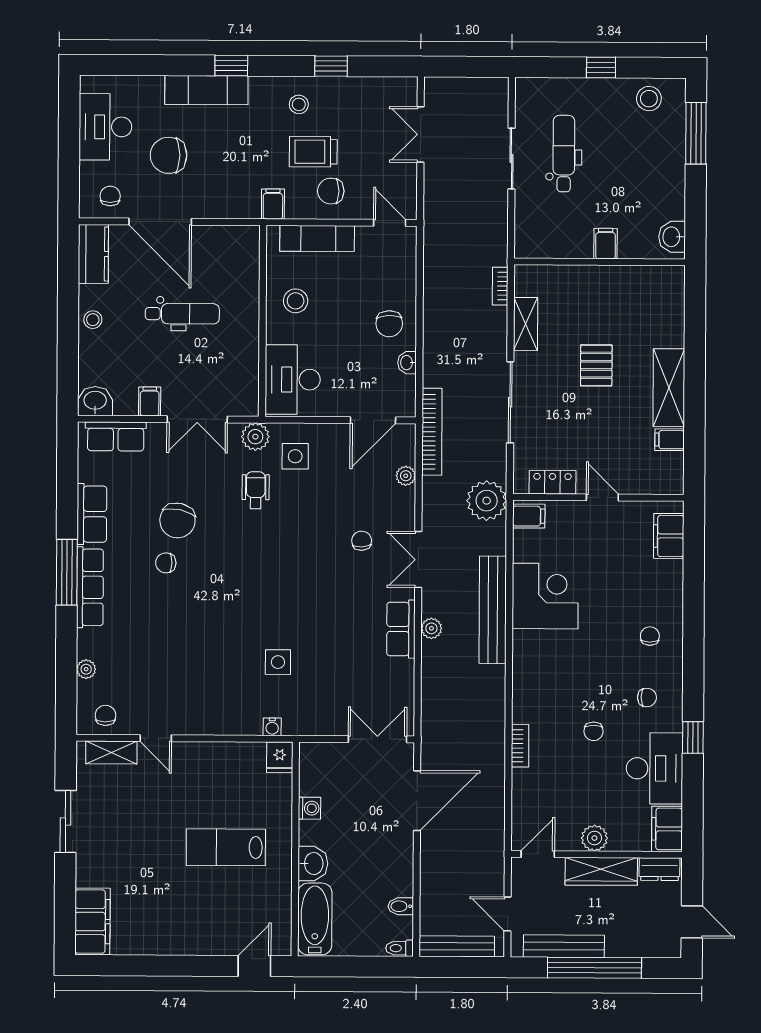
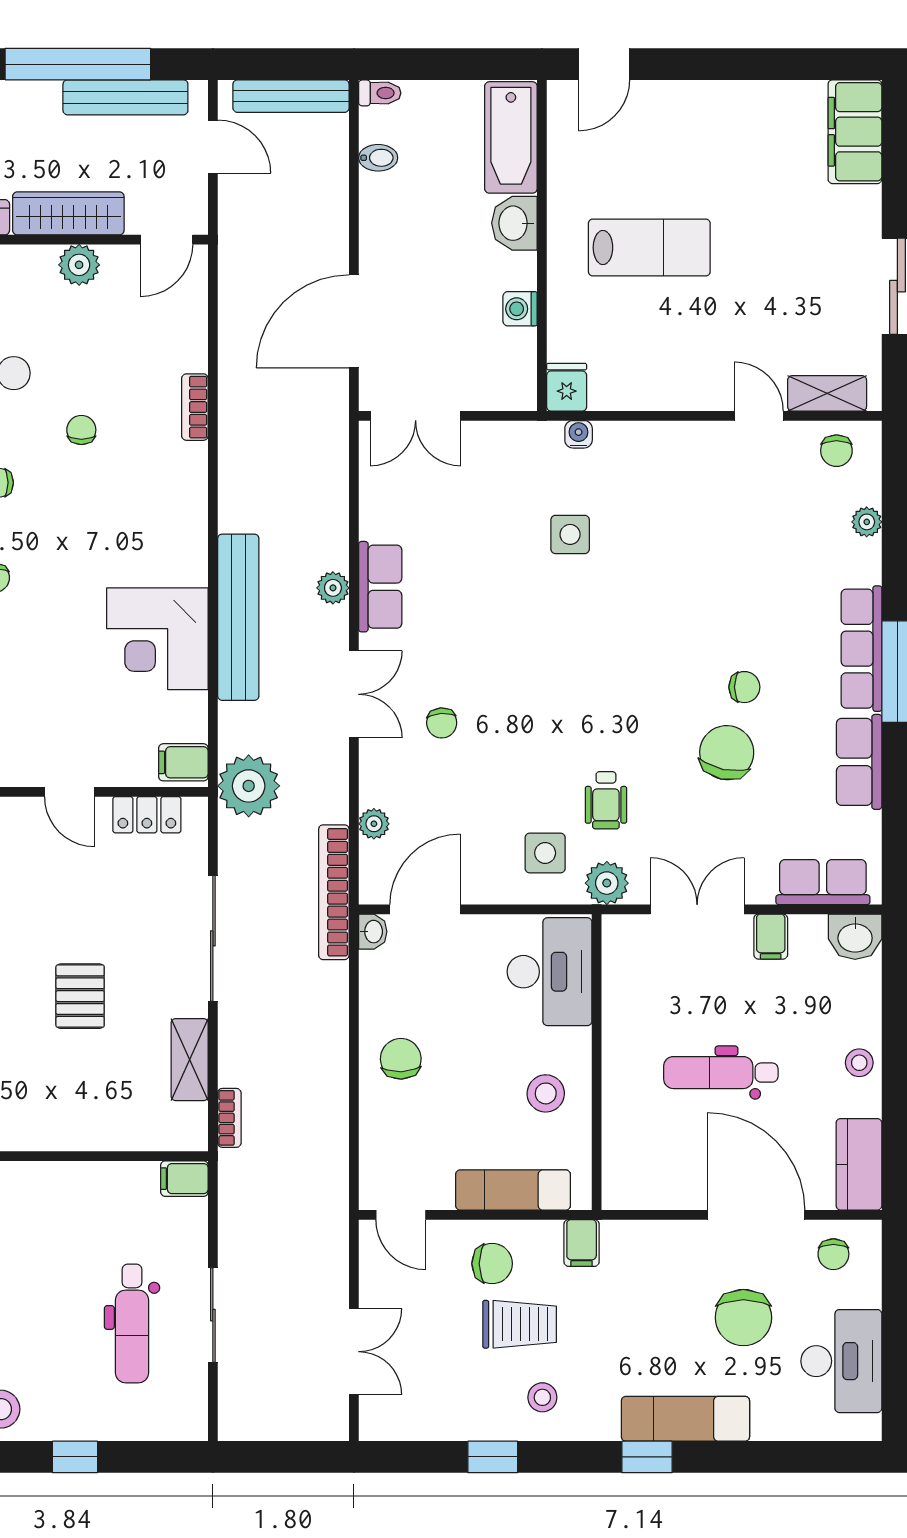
chair: (169, 155) -> (743, 1318), turned 90
filing cabinet: (605, 244) -> (184, 1179), moved, turned 90
washbasin: (407, 363) -> (373, 932), moved

